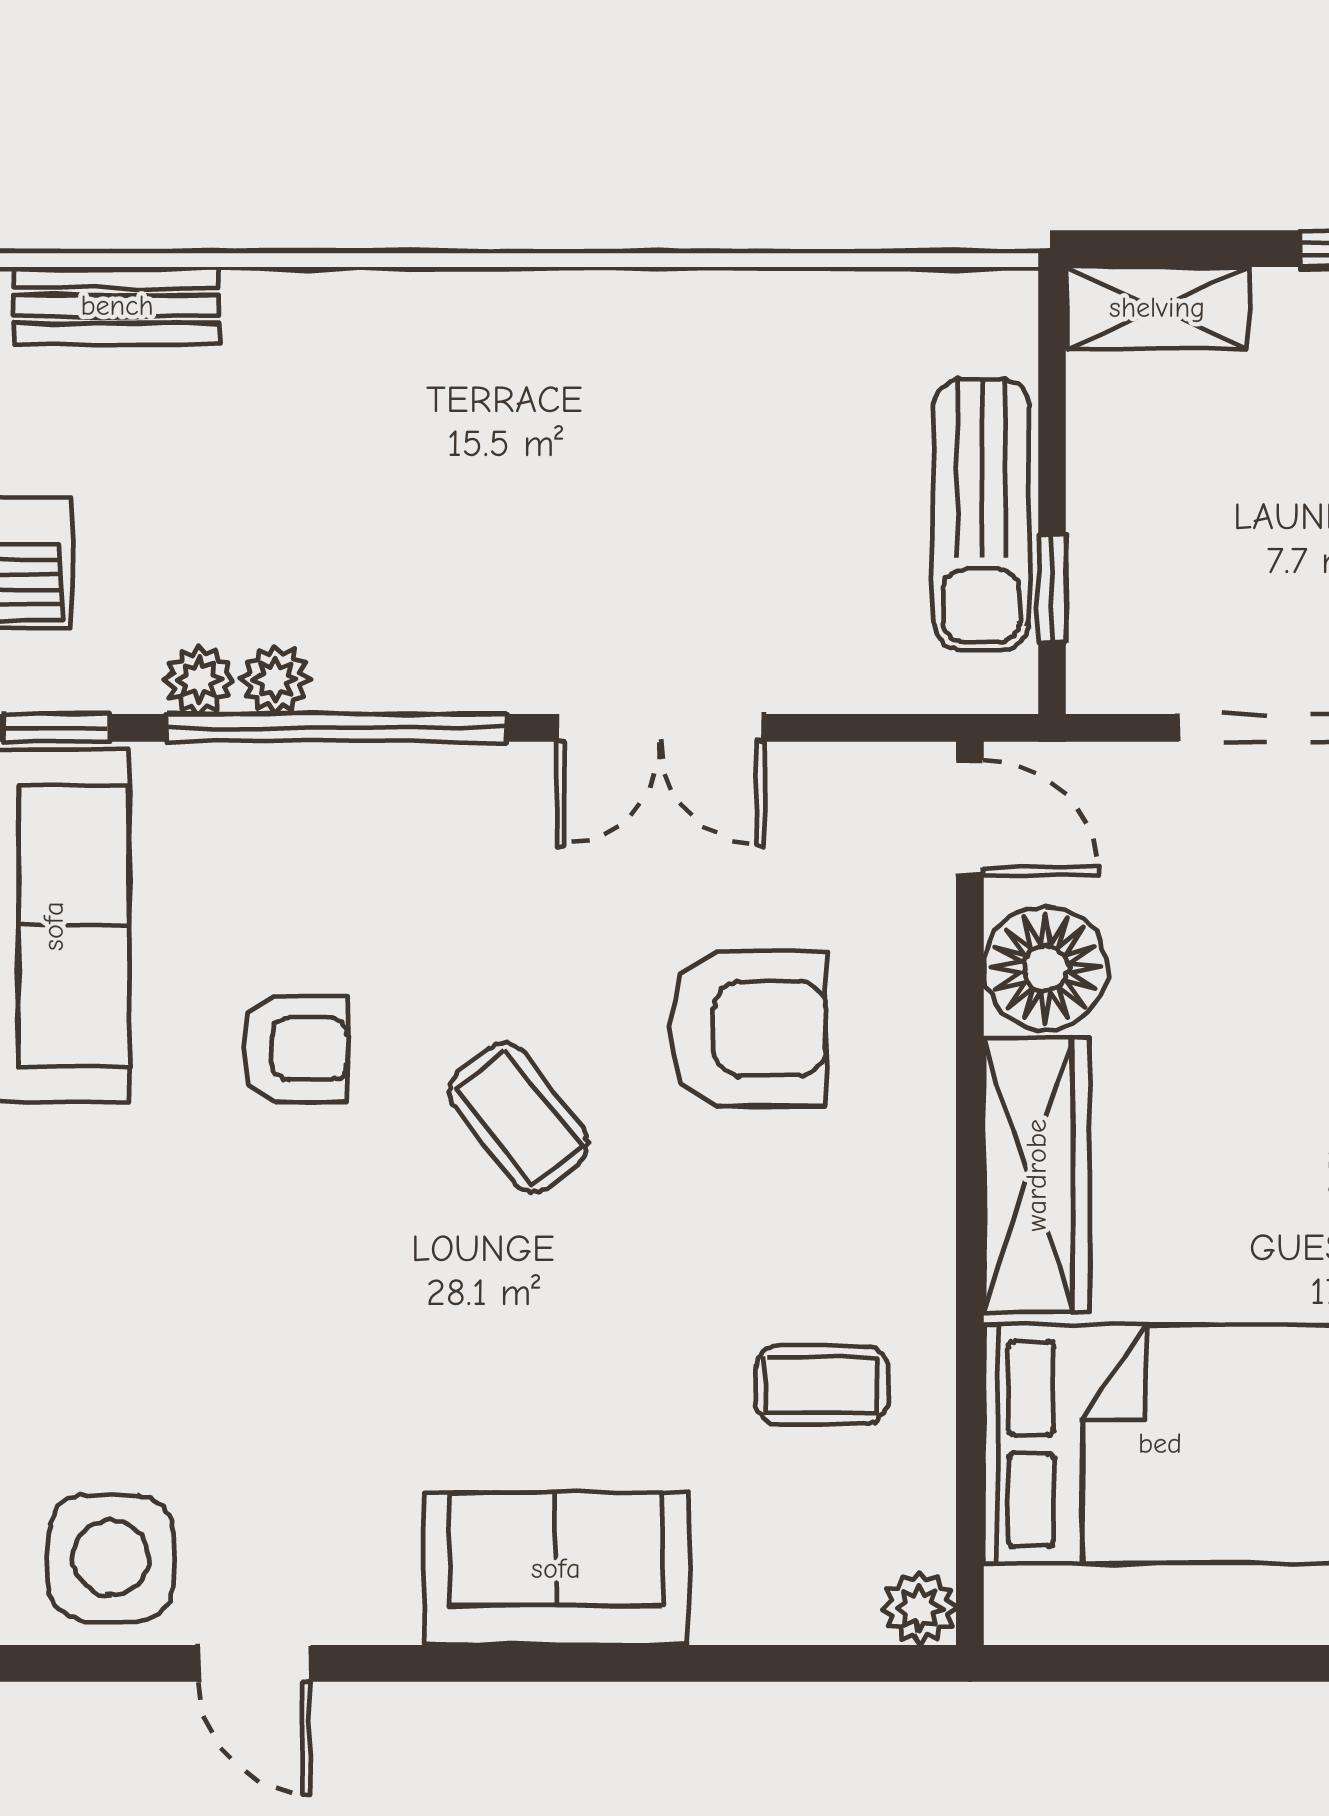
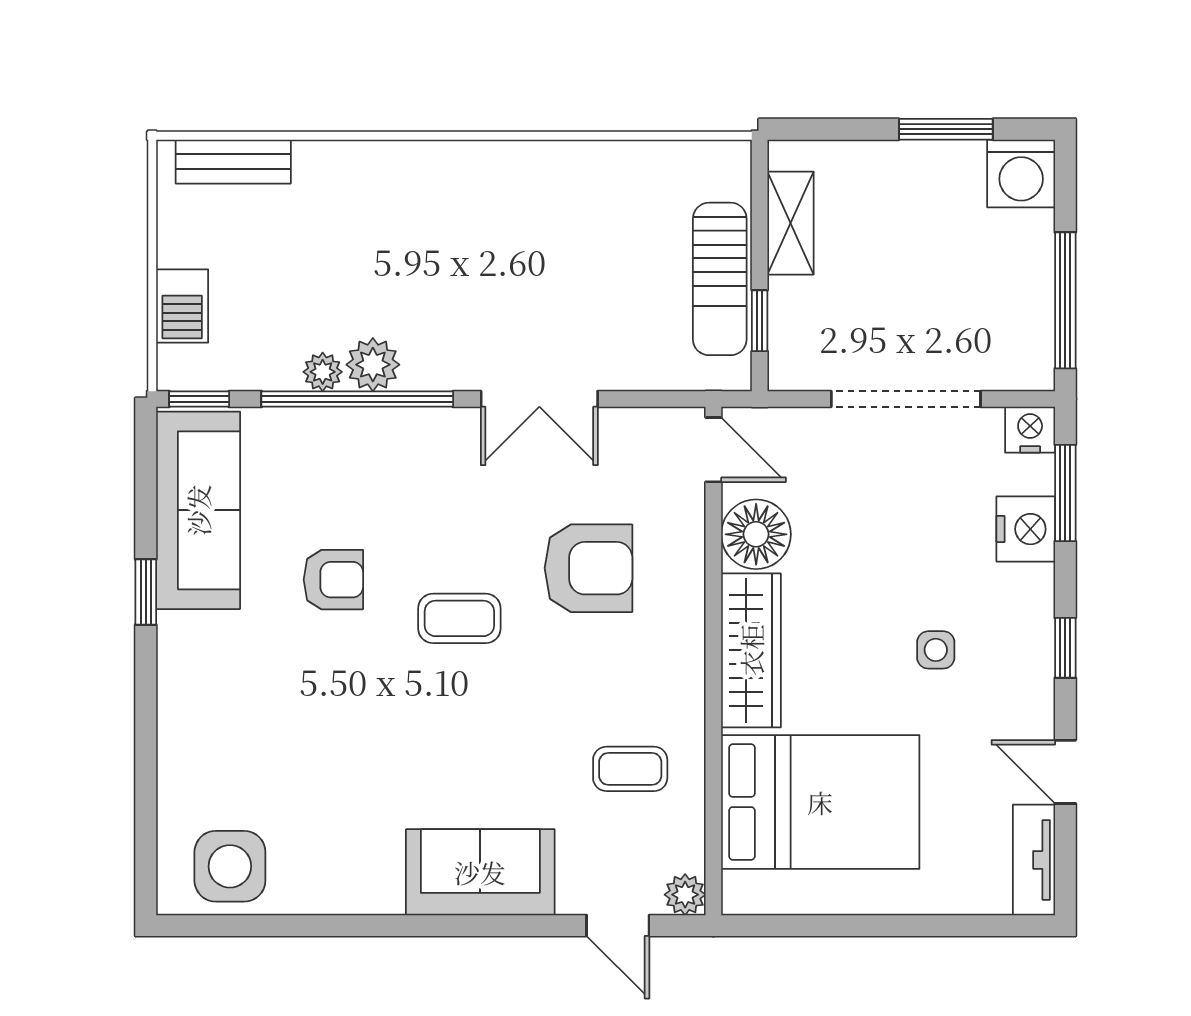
shelving: (1157, 308) -> (791, 223), moved, turned 90
plant: (199, 680) -> (373, 365), moved, width x1.38, depth x1.38
coffee table: (519, 1118) -> (459, 618), turned -52
door: (255, 1663) -> (618, 926), moved

